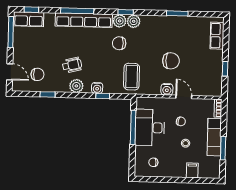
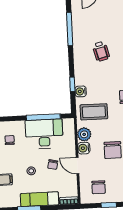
chair: (37, 74) -> (99, 187), moved
plant: (76, 86) -> (84, 134), moved
water cooler: (97, 88) -> (81, 91), moved
window: (48, 94) -> (70, 29), width x2.17
door: (184, 97) -> (78, 166), swing flipped

